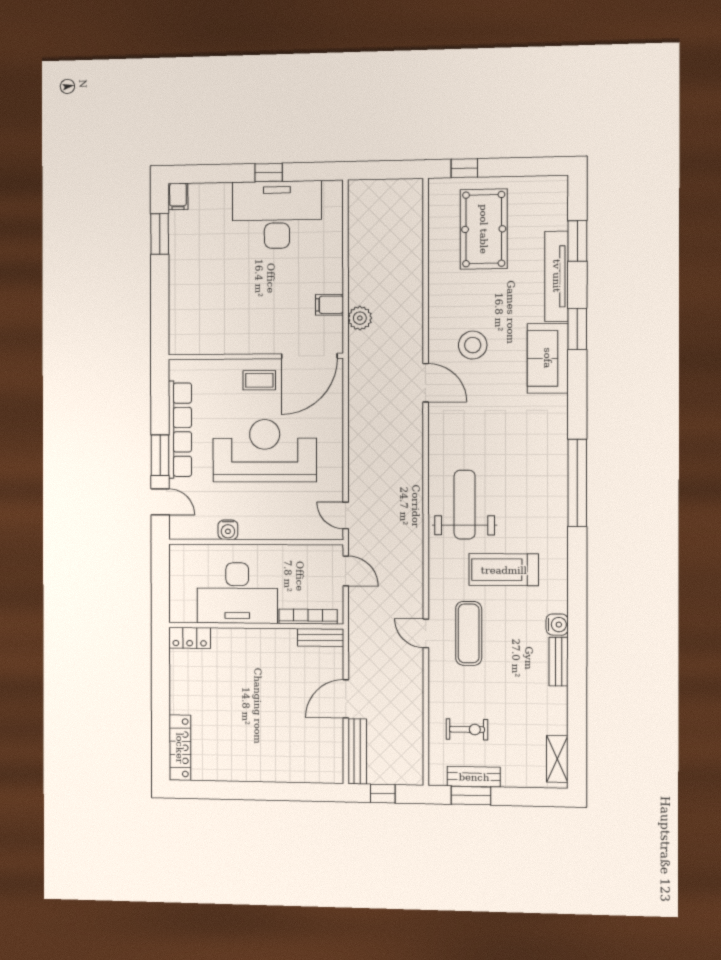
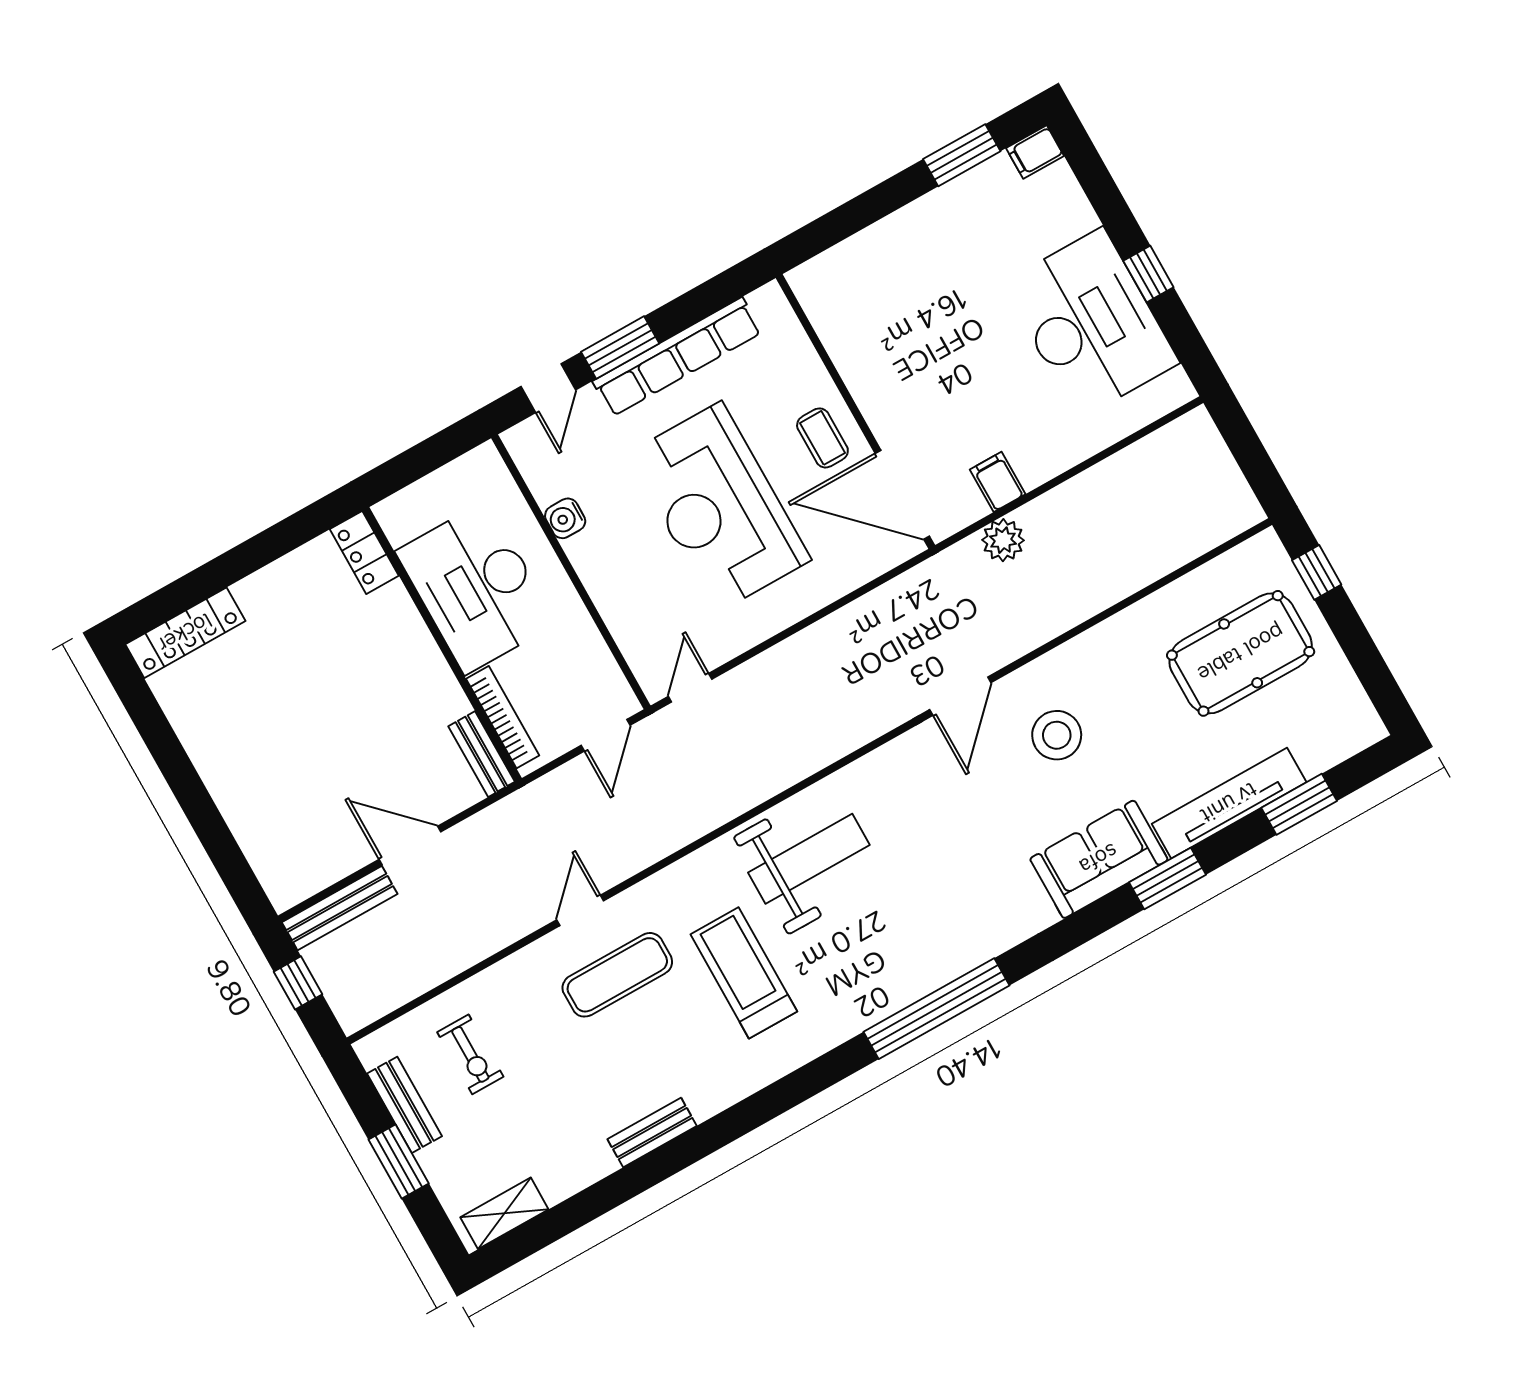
reception desk: (265, 451) -> (719, 507), turned 180
water cooler: (557, 625) -> (707, 1099), removed
window: (471, 796) -> (399, 1162), moved

